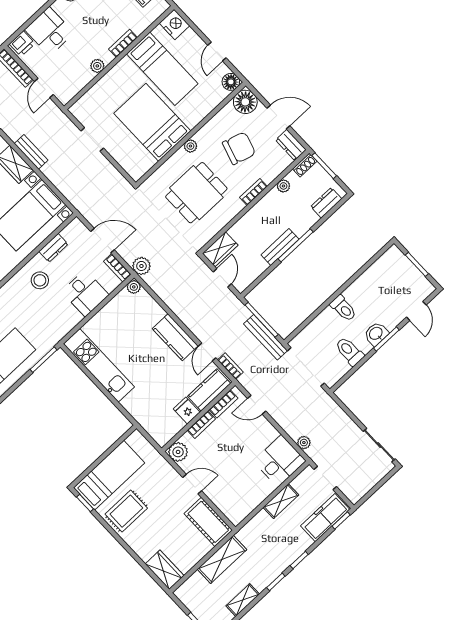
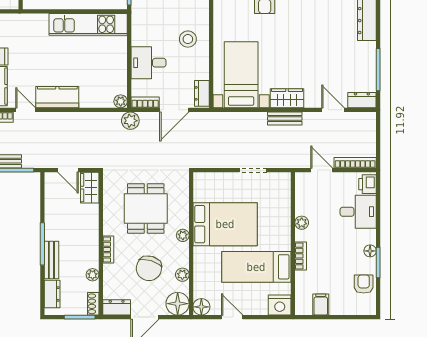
plant: (220, 119) -> (182, 275), added
bench: (280, 247) -> (51, 260), moved
dresser: (54, 248) -> (202, 93), moved

